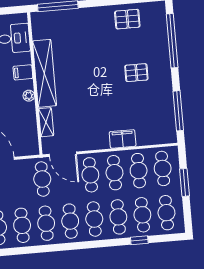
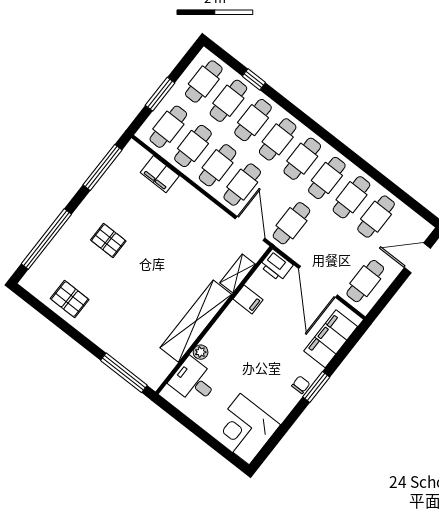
filing cabinet: (23, 72) -> (248, 299), moved
plant: (29, 96) -> (201, 352), moved
filing cabinet: (123, 139) -> (160, 174), moved
printer: (29, 147) -> (276, 265), added

